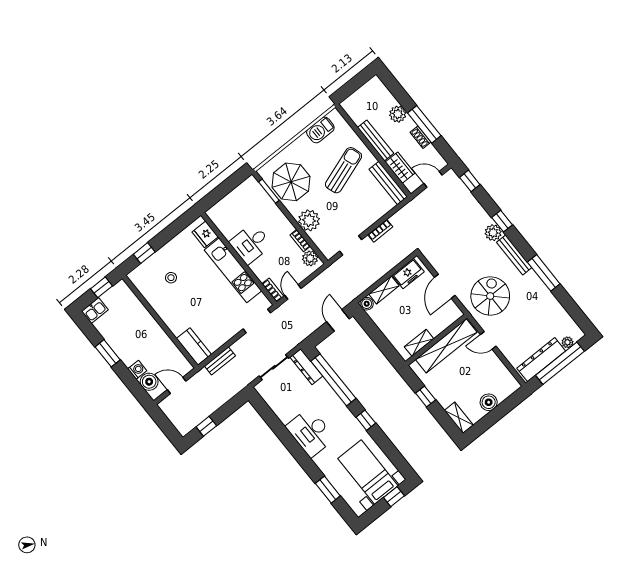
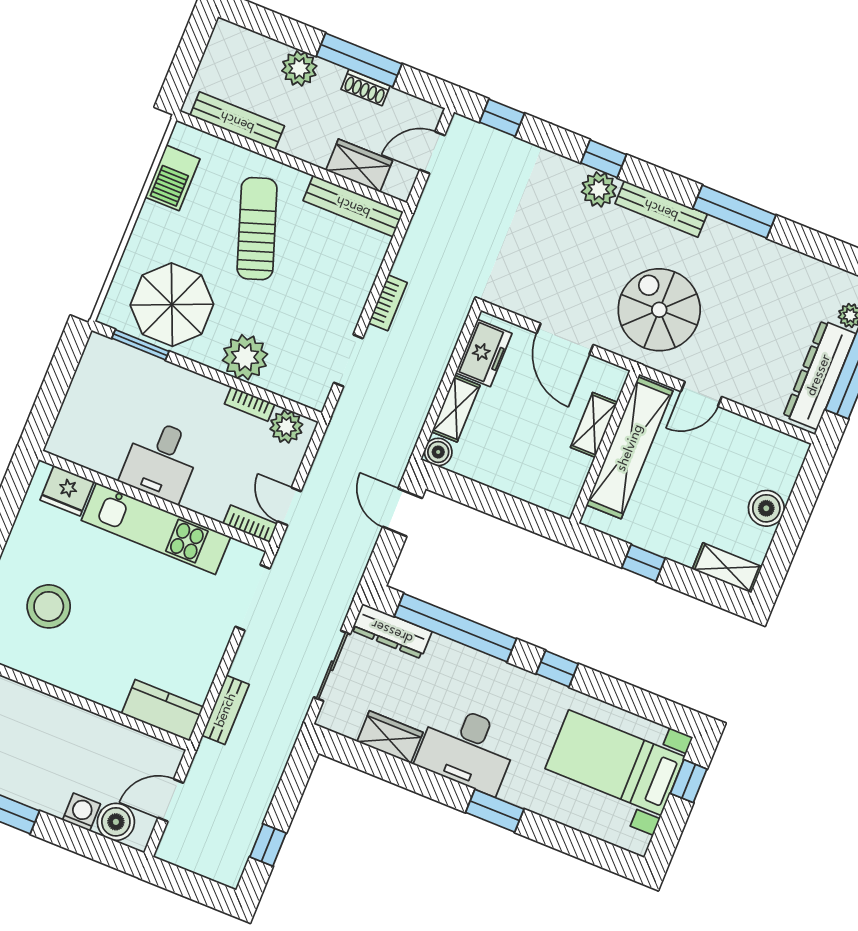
bench: (376, 140) -> (237, 121), moved
stool: (171, 278) -> (49, 606), width x1.89, depth x1.89
shelving: (419, 343) -> (594, 425), moved
wardrobe: (281, 410) -> (390, 737), added
window: (328, 490) -> (495, 811), moved

